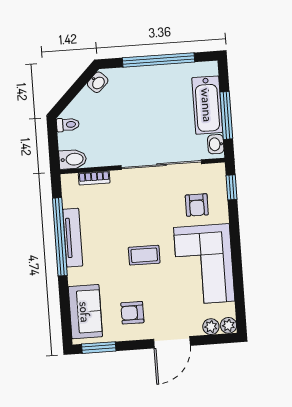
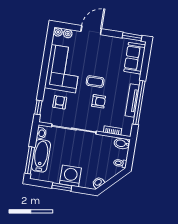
window: (159, 60) -> (62, 187), width x0.47
washing machine: (148, 82) -> (70, 176), added
window: (226, 115) -> (30, 160), moved
armchair: (132, 313) -> (99, 101), moved

